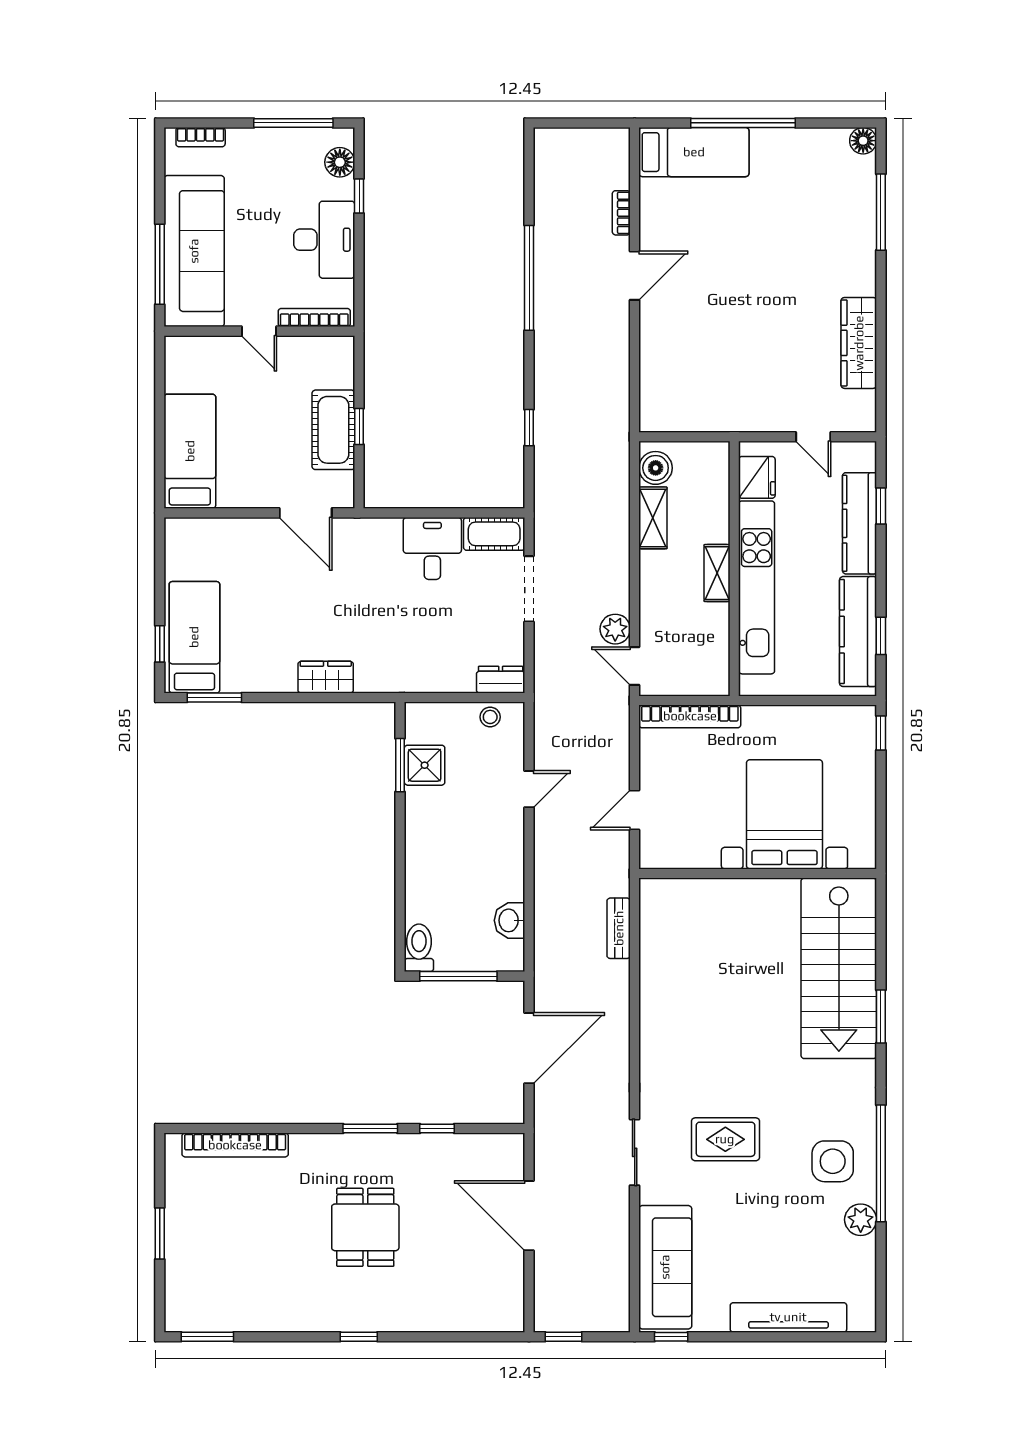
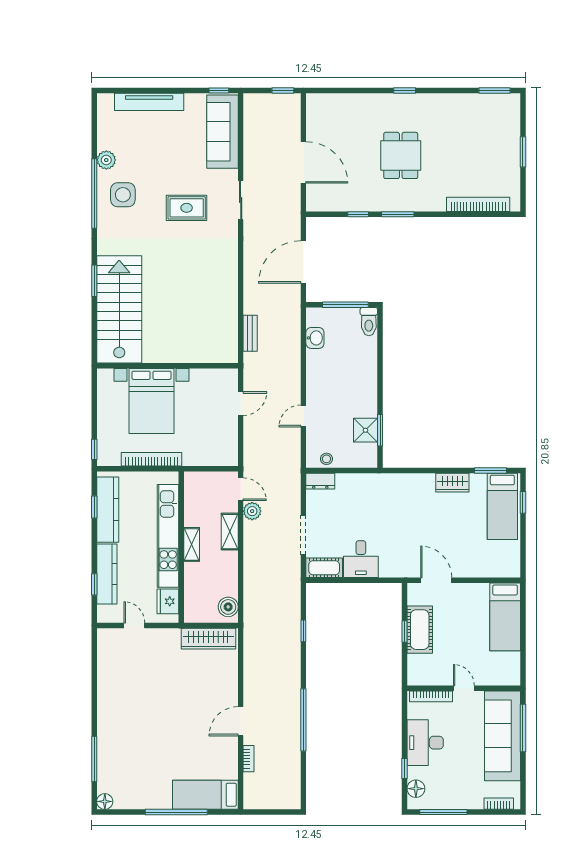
wardrobe: (859, 343) -> (208, 639), moved, turned 90
shelving: (653, 518) -> (230, 532), moved
wardrobe: (326, 677) -> (452, 483), moved
bookcase: (690, 716) -> (151, 459), moved

